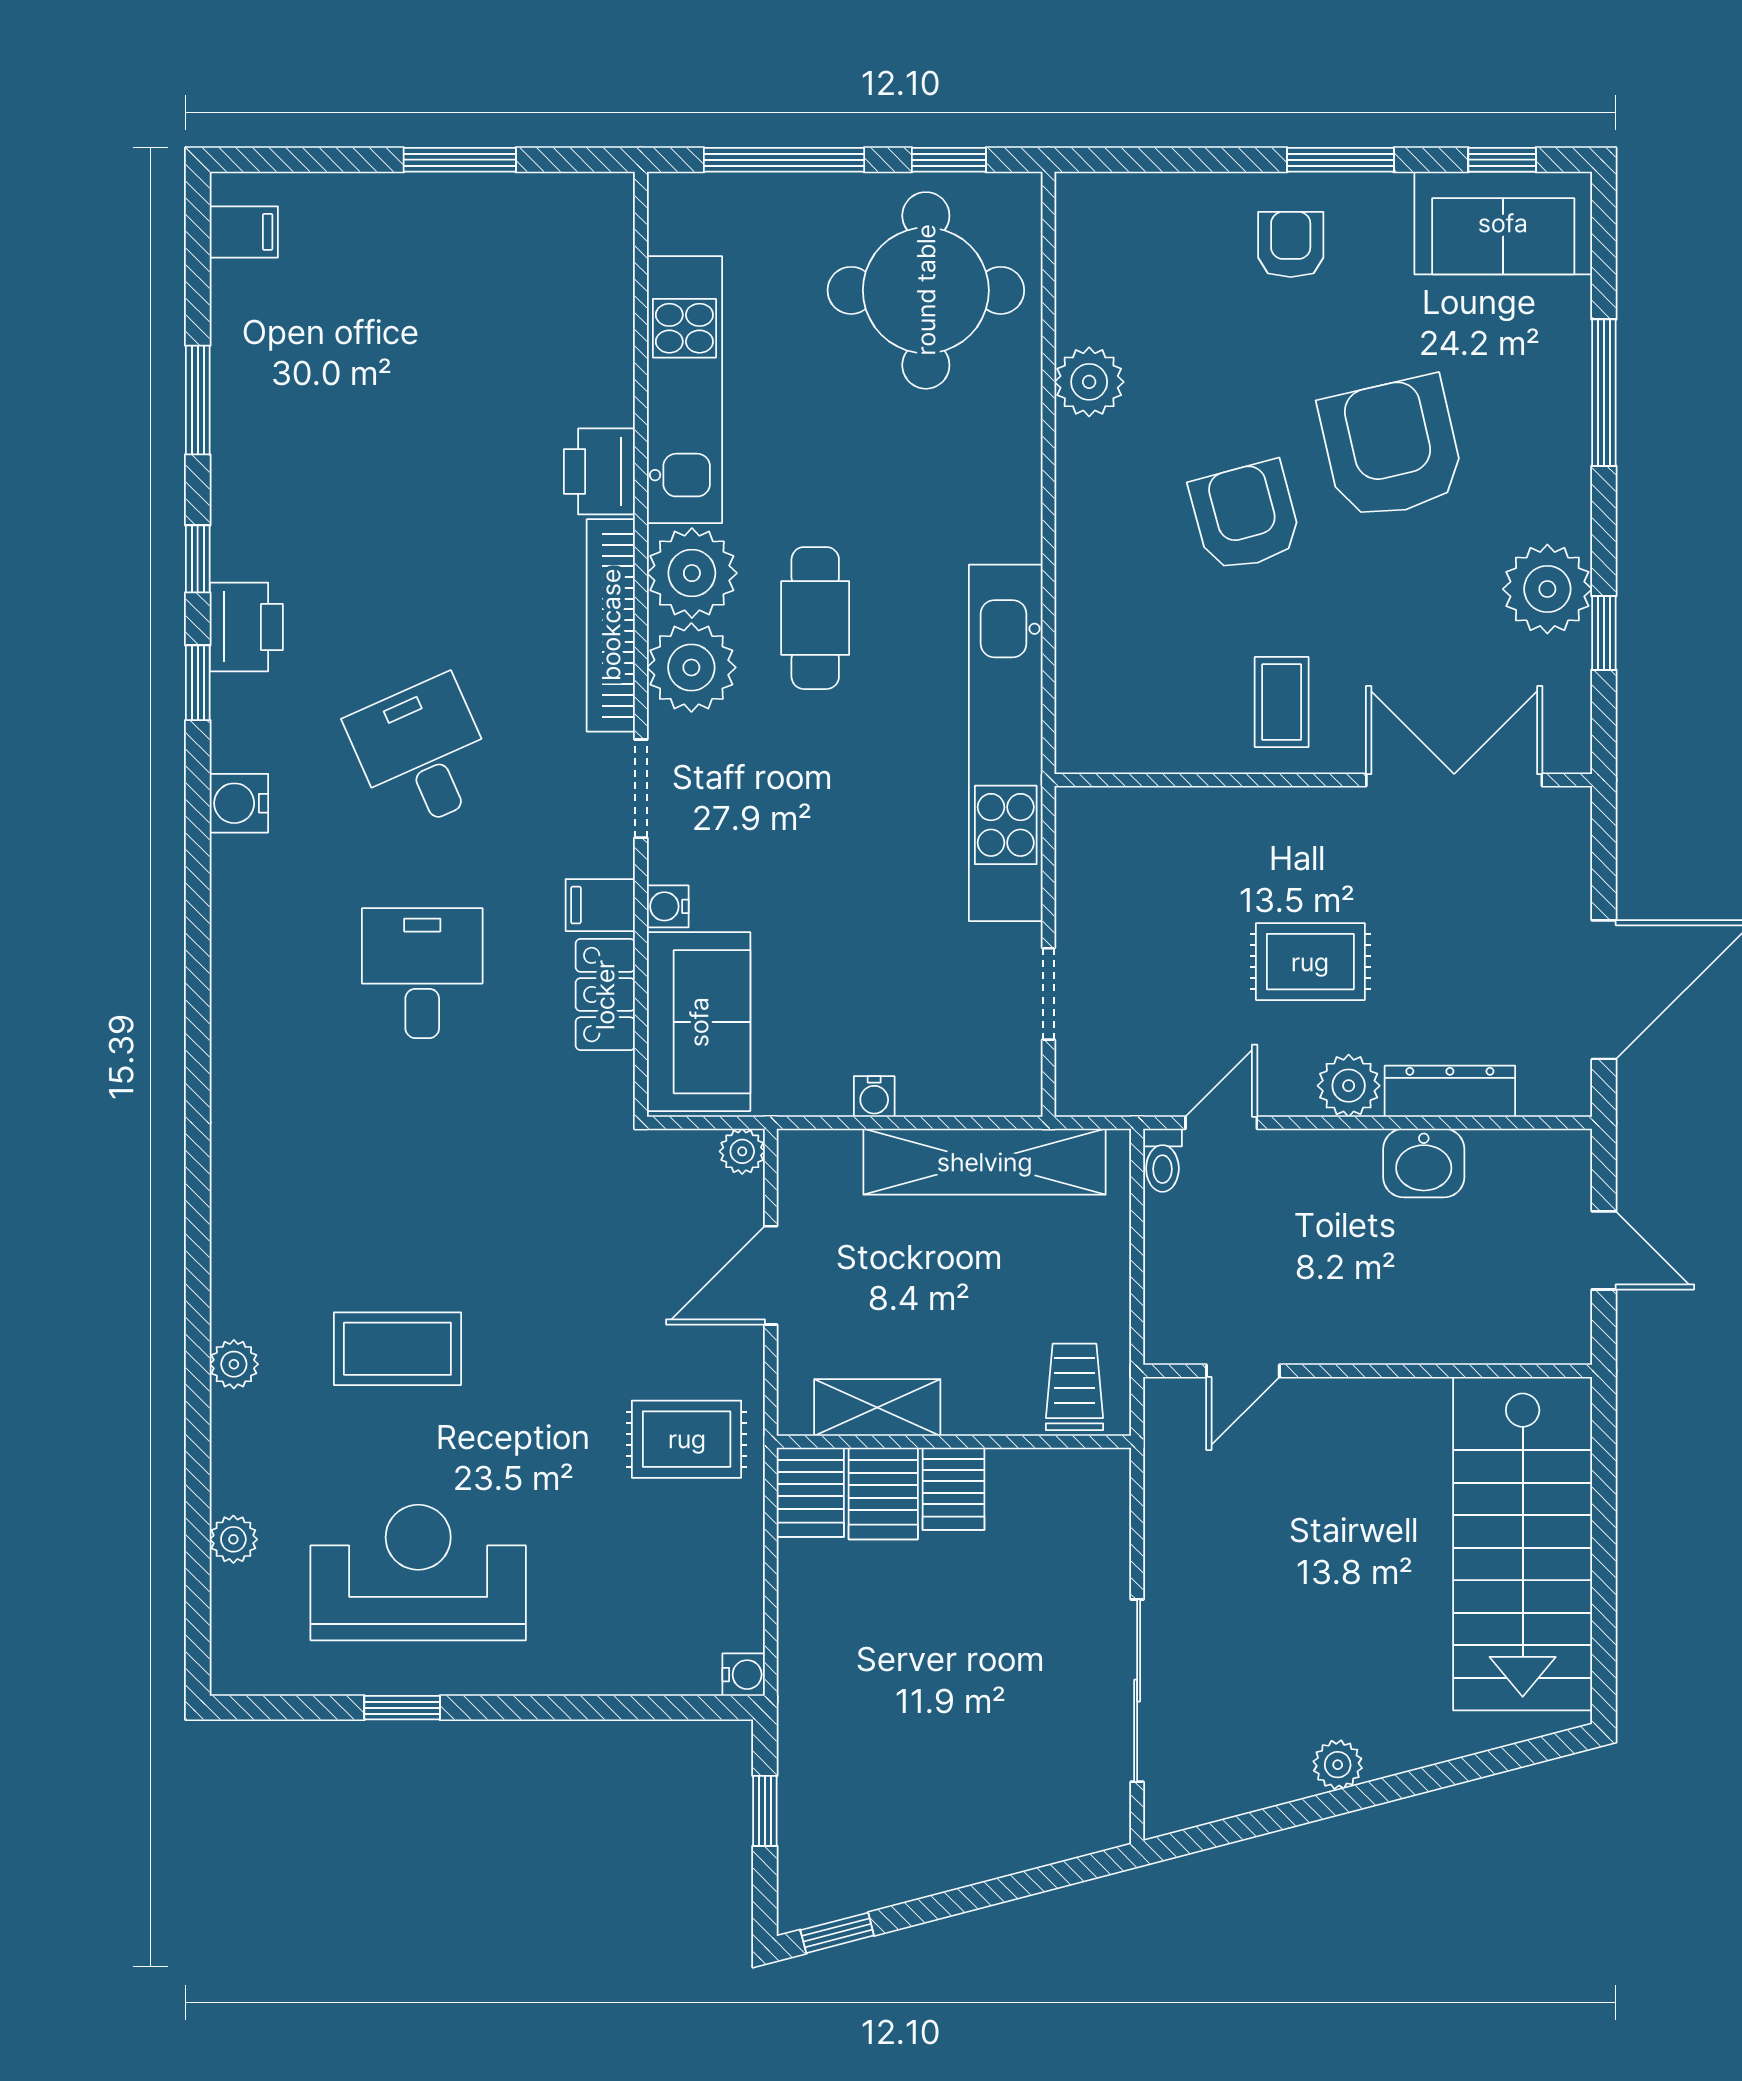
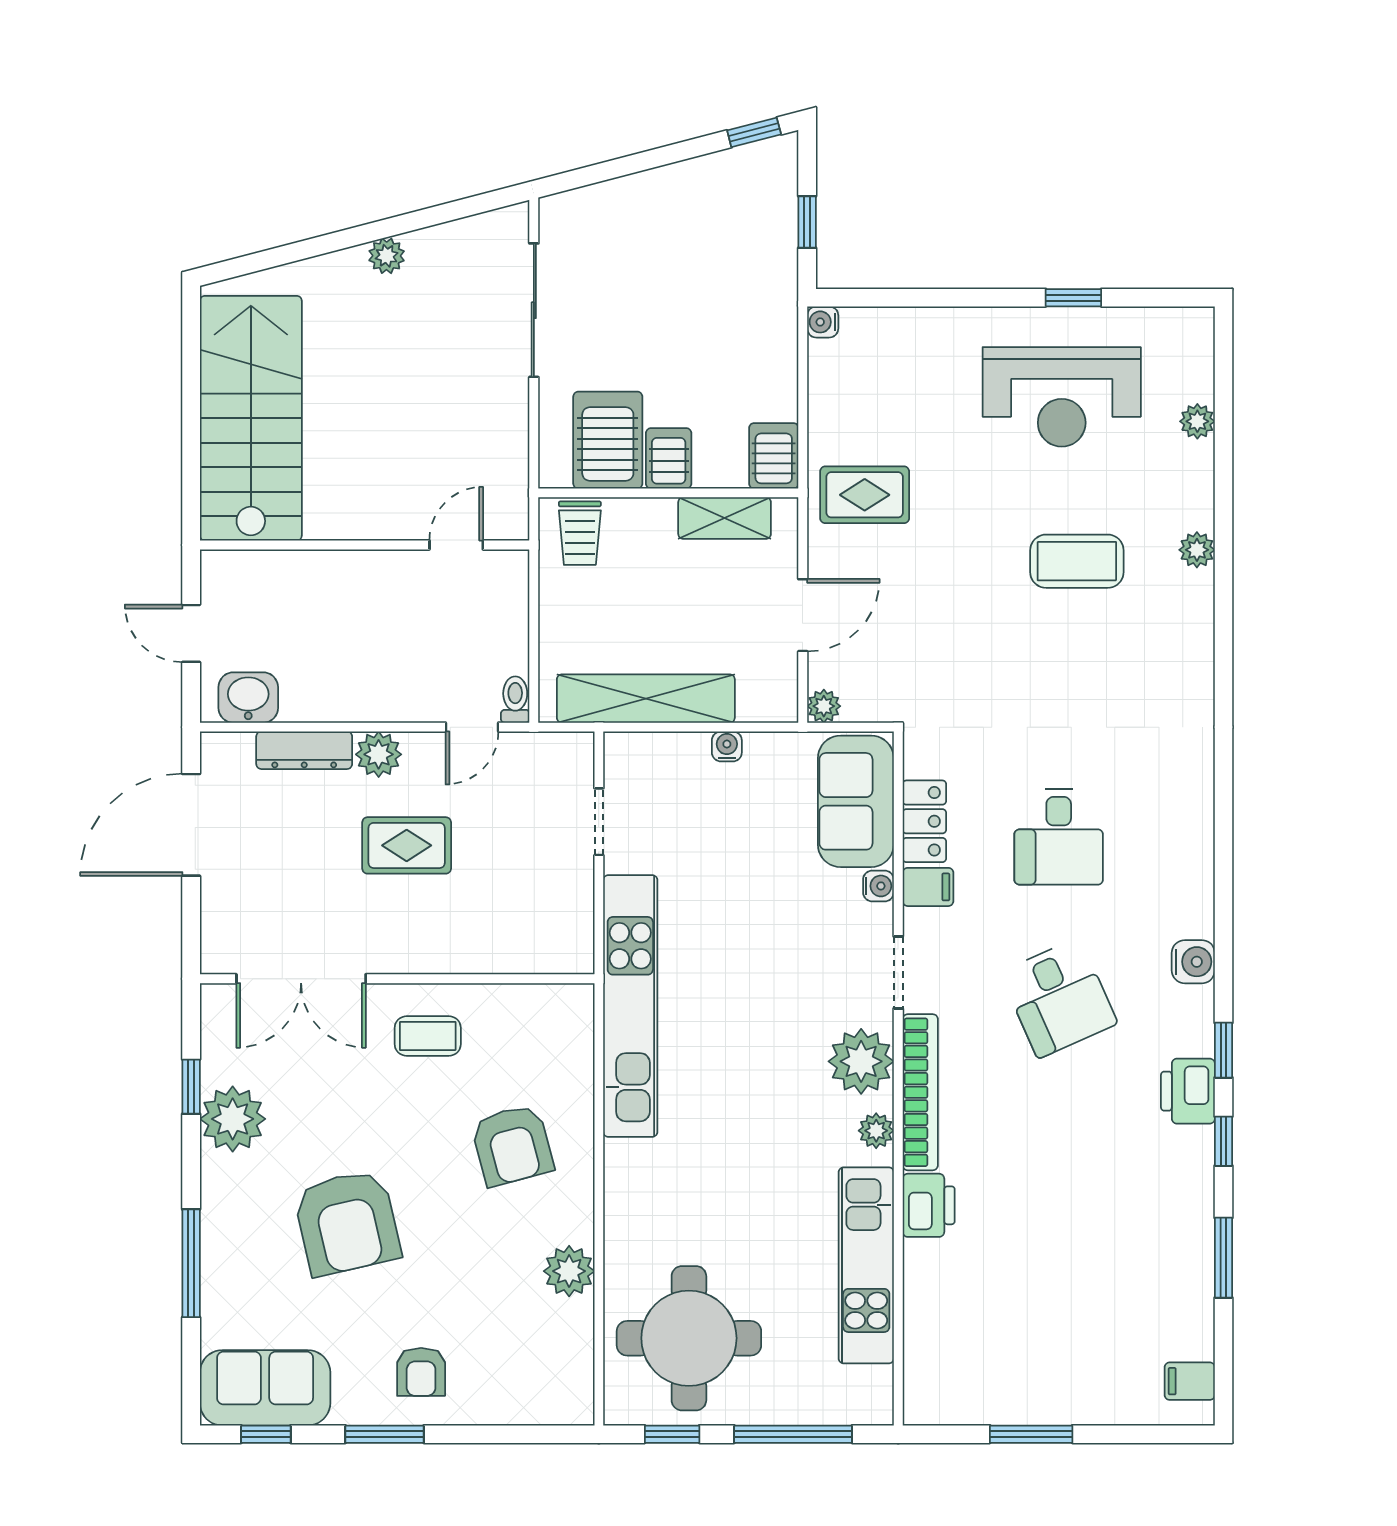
armchair: (1245, 516) -> (512, 1145), moved
plant: (692, 573) -> (876, 1131), width x0.53, depth x0.53
cafe table: (815, 618) -> (770, 1098), removed
coffee table: (1282, 702) -> (428, 1036), turned 90
washbasin: (1424, 1163) -> (248, 698), moved
server rack: (883, 1494) -> (608, 440), moved, width x1.36, depth x1.44

